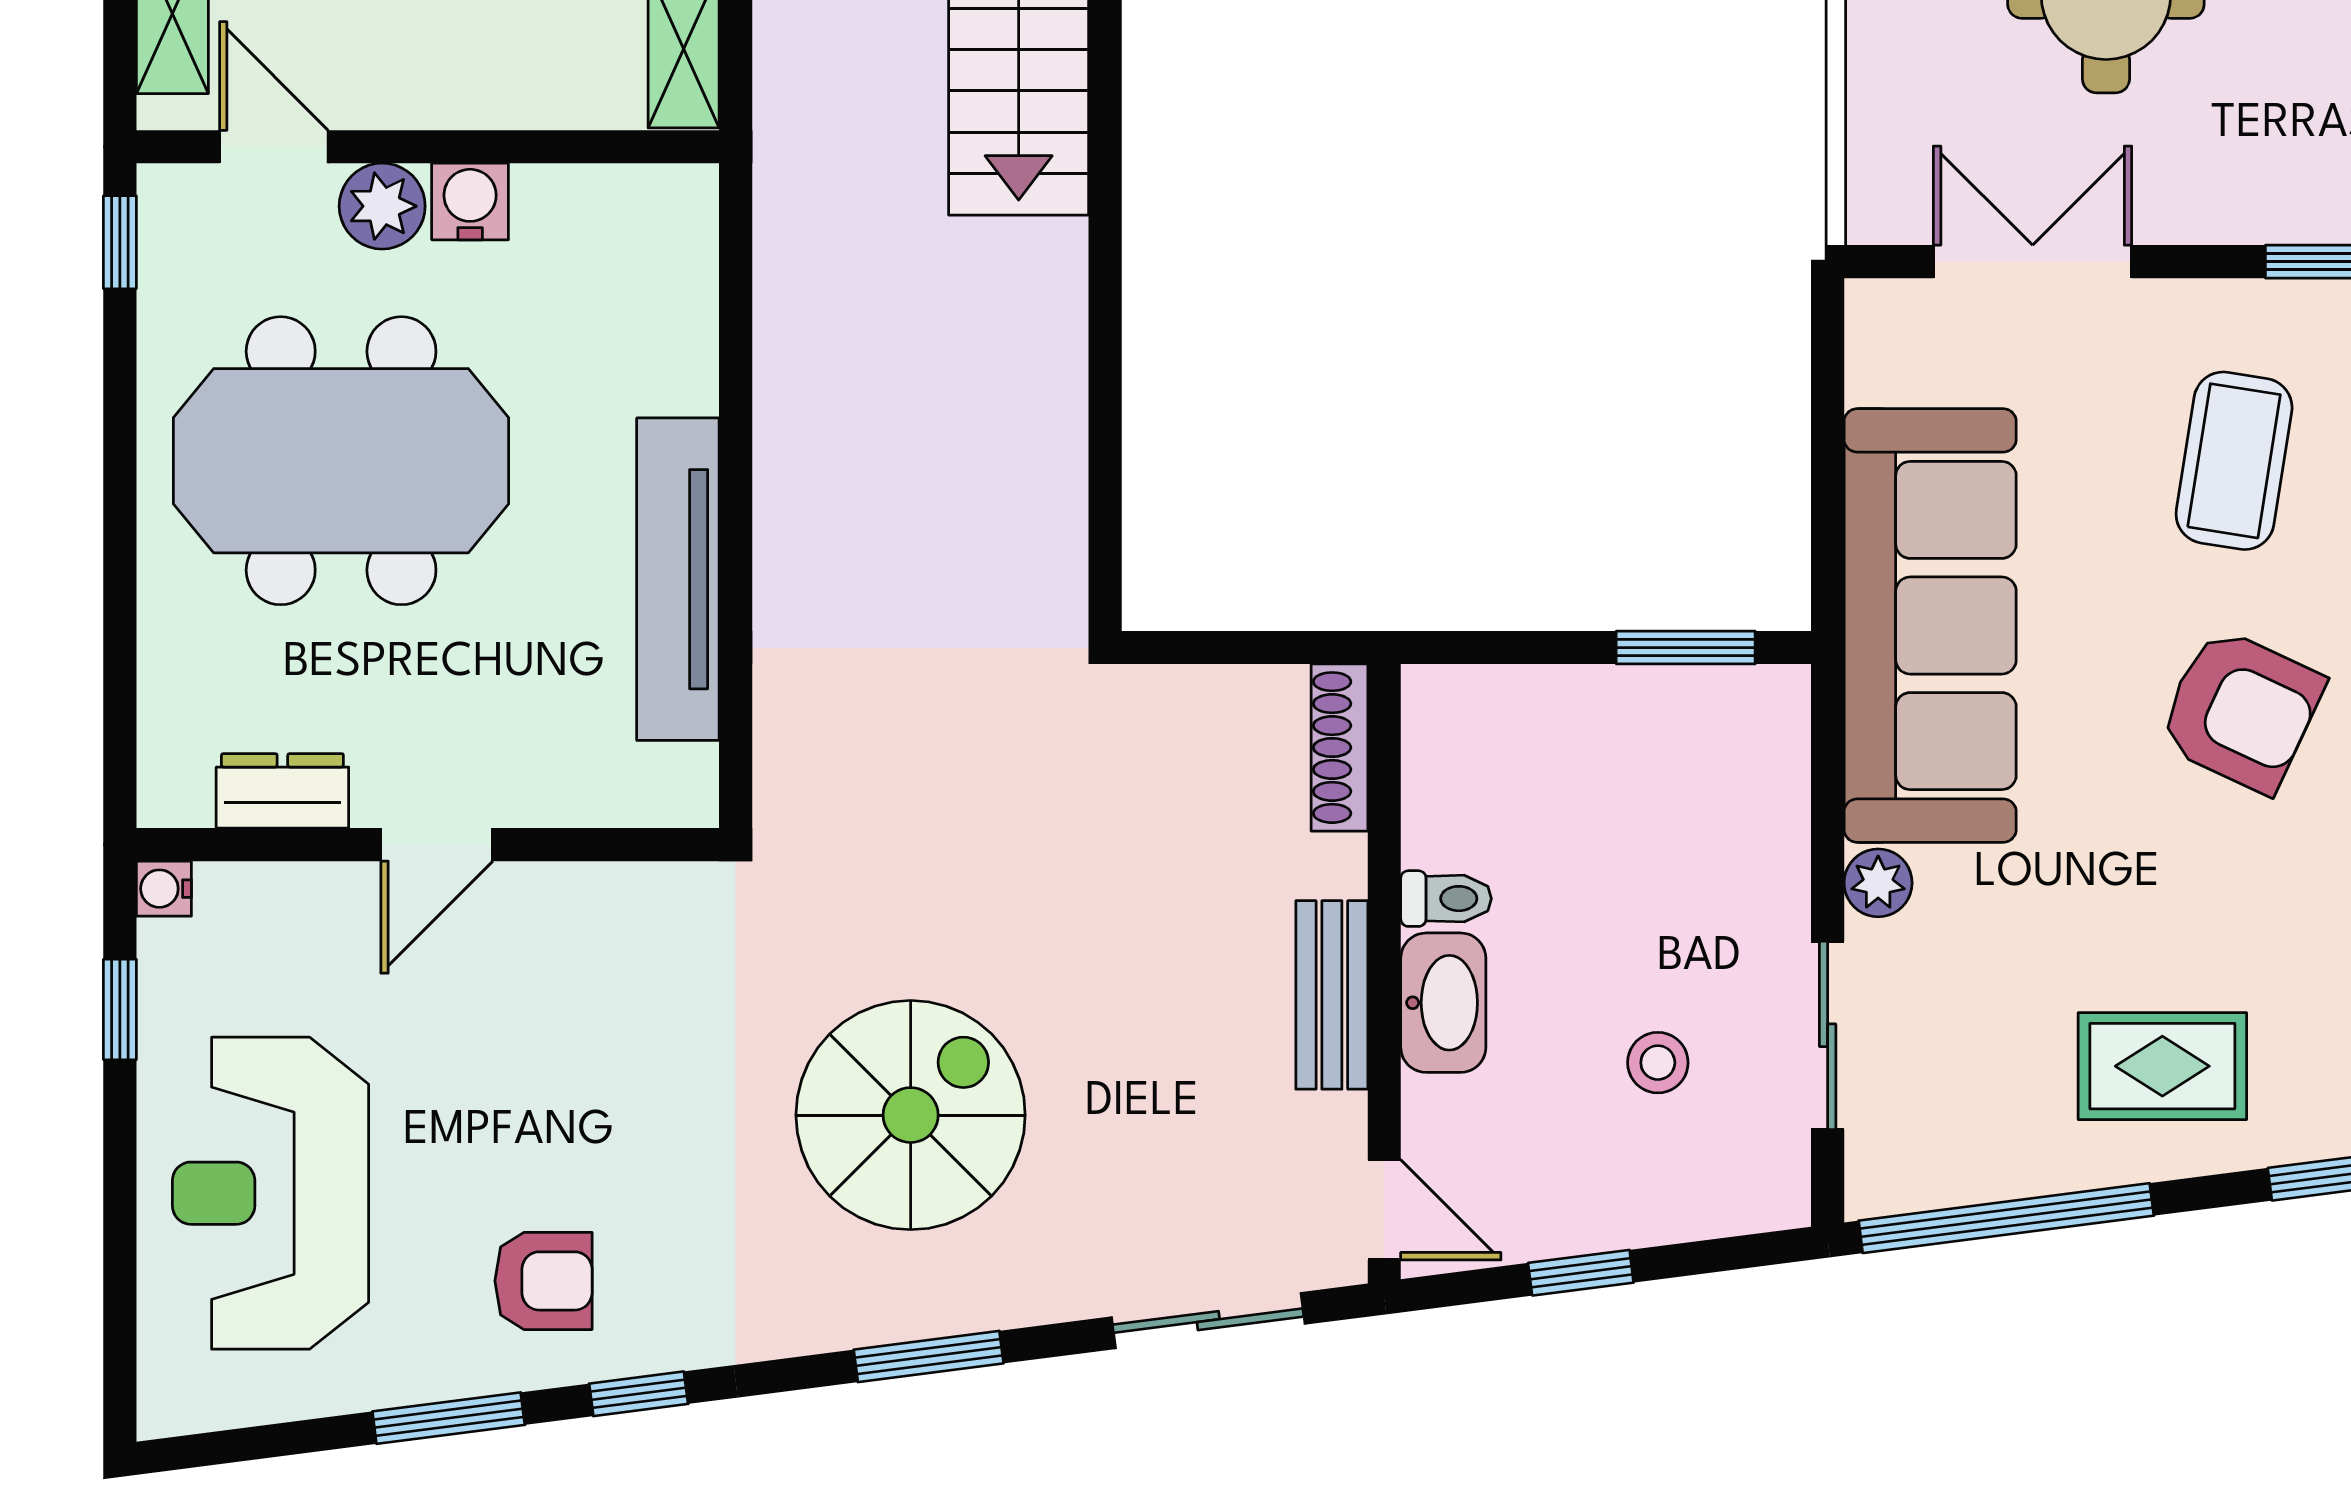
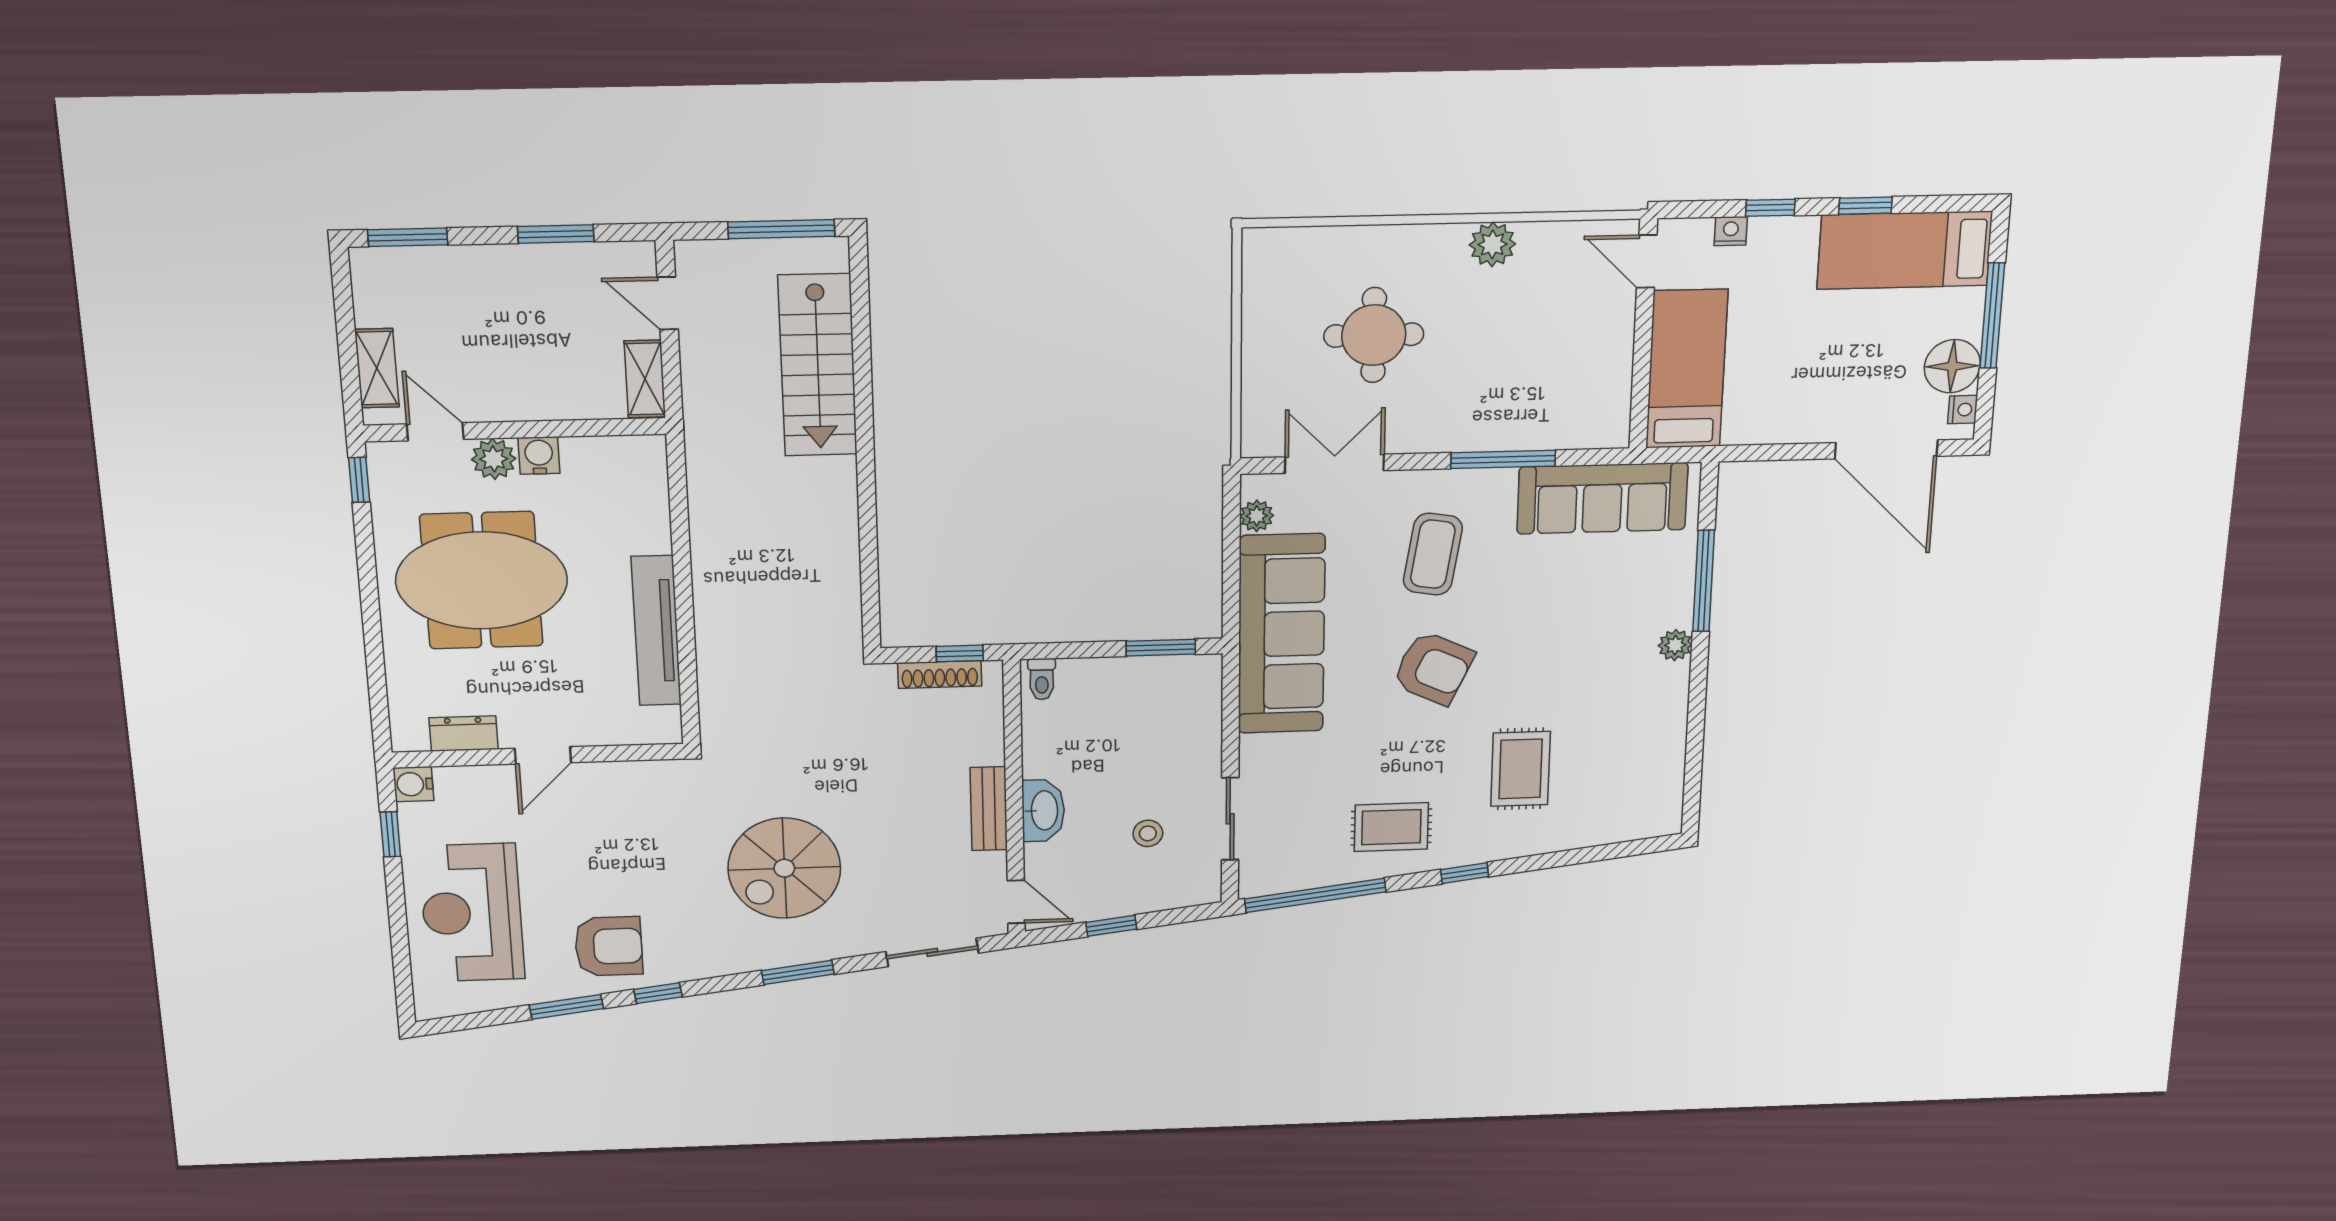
window: (1280, 648) -> (960, 653), added
shoe rack: (1339, 748) -> (940, 674), moved, turned -90
plant: (1878, 883) -> (1257, 516), moved
water cooler: (164, 889) -> (413, 784), width x1.38, depth x1.38
toilet: (1446, 899) -> (1042, 679), moved, turned 90
spiral stairs: (911, 1115) -> (784, 868), turned 180
armchair: (543, 1281) -> (609, 946), width x1.38, depth x1.38

